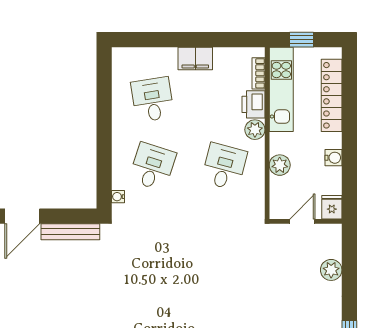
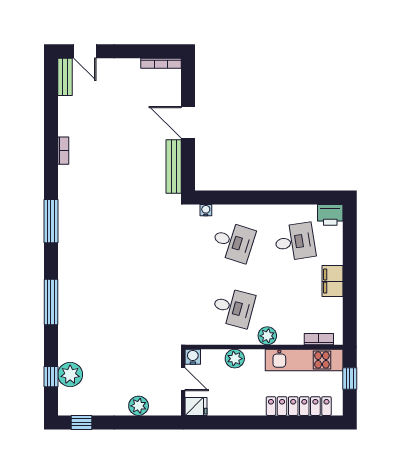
printer: (253, 104) -> (330, 215), moved, turned 180
water cooler: (333, 158) -> (193, 357), moved, turned 180

